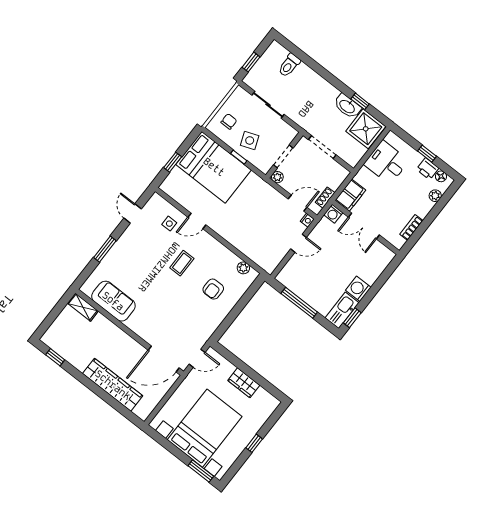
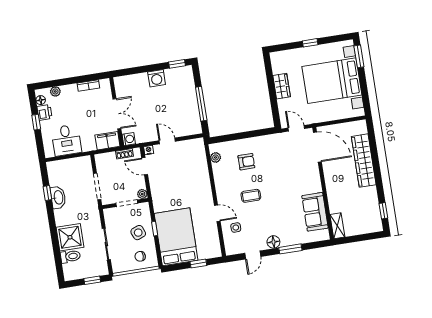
shower: (366, 129) -> (70, 237), moved
floor lamp: (125, 241) -> (273, 242), added
kitchen sink: (342, 310) -> (179, 74), removed

